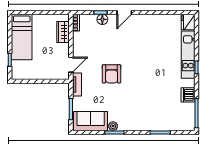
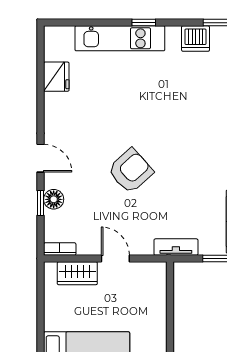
fridge: (188, 22) -> (56, 77), moved, turned -90
door: (71, 65) -> (115, 259), moved
armchair: (112, 74) -> (131, 171), moved, turned -42

